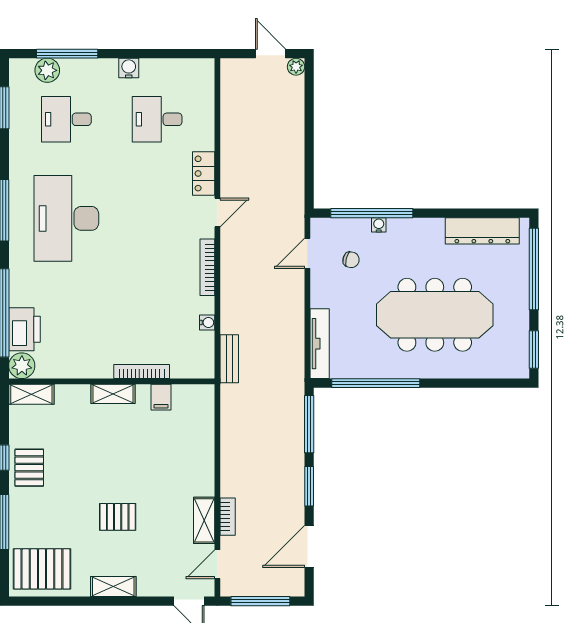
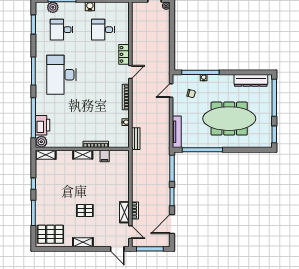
pallet: (29, 468) -> (45, 188), removed
door: (217, 564) -> (130, 232), swing flipped

